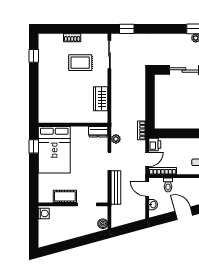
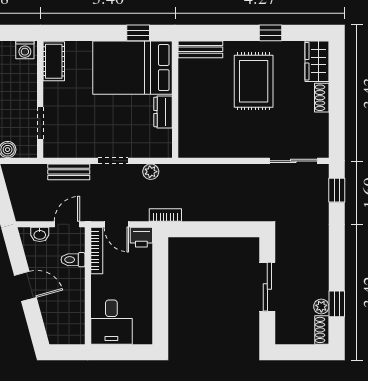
window: (34, 56) -> (270, 33), moved
rug: (80, 63) -> (254, 81), moved, width x1.36, depth x1.43
wardrobe: (101, 99) -> (317, 61), moved, turned -90
bench: (43, 110) -> (200, 49), added
dresser: (98, 132) -> (163, 112), moved
bench: (116, 188) -> (69, 172), width x0.73
cot: (65, 196) -> (54, 61), moved
door: (184, 213) -> (25, 286), hinge flipped

